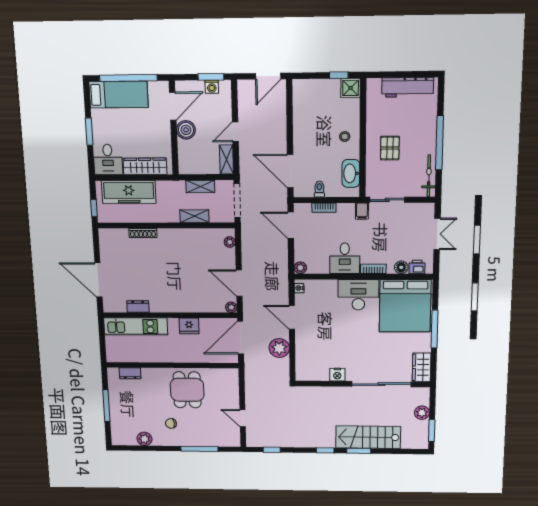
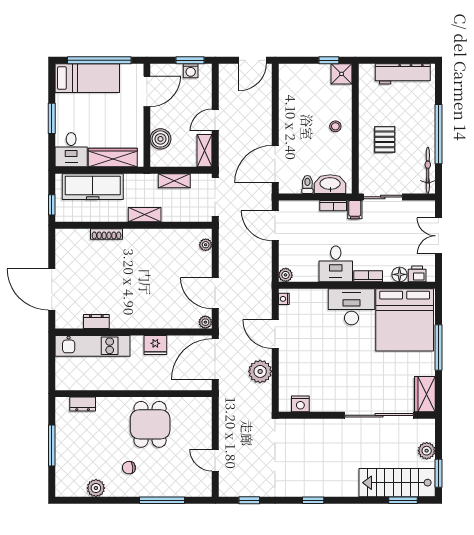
boiler: (186, 130) -> (160, 139), moved
door: (290, 171) -> (275, 164), hinge flipped
washbasin: (351, 173) -> (330, 184), moved, turned 90
bookcase: (324, 208) -> (333, 206), moved
shelving: (194, 216) -> (145, 215), moved
double door: (437, 234) -> (439, 236), swing flipped
nightstand: (337, 375) -> (300, 404), moved
stairs: (368, 437) -> (397, 483), moved
window: (359, 451) -> (403, 500), moved

